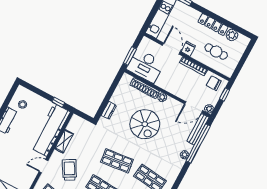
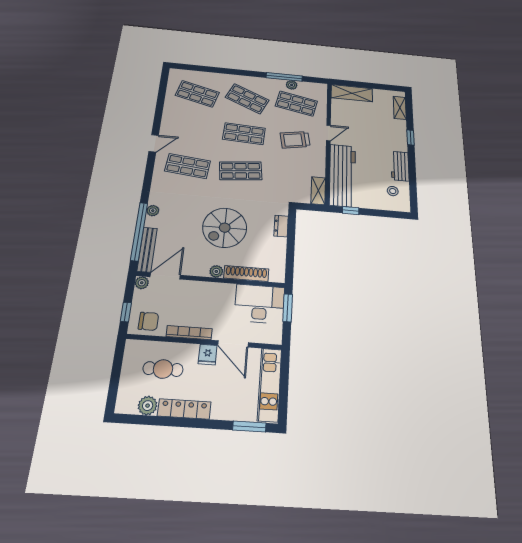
spiral stairs: (145, 124) -> (225, 228), turned -90
shelving: (64, 141) -> (318, 191), moved
trolley: (69, 170) -> (295, 140), turned 110

